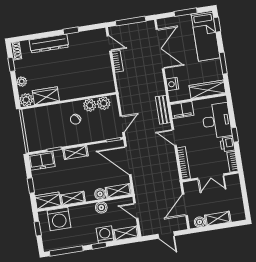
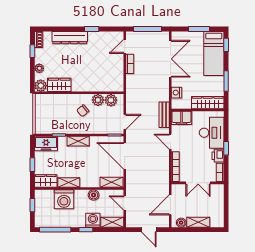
door: (109, 43) -> (125, 46), swing flipped
boiler: (100, 194) -> (94, 183), removed
washing machine: (59, 219) -> (64, 199), moved

